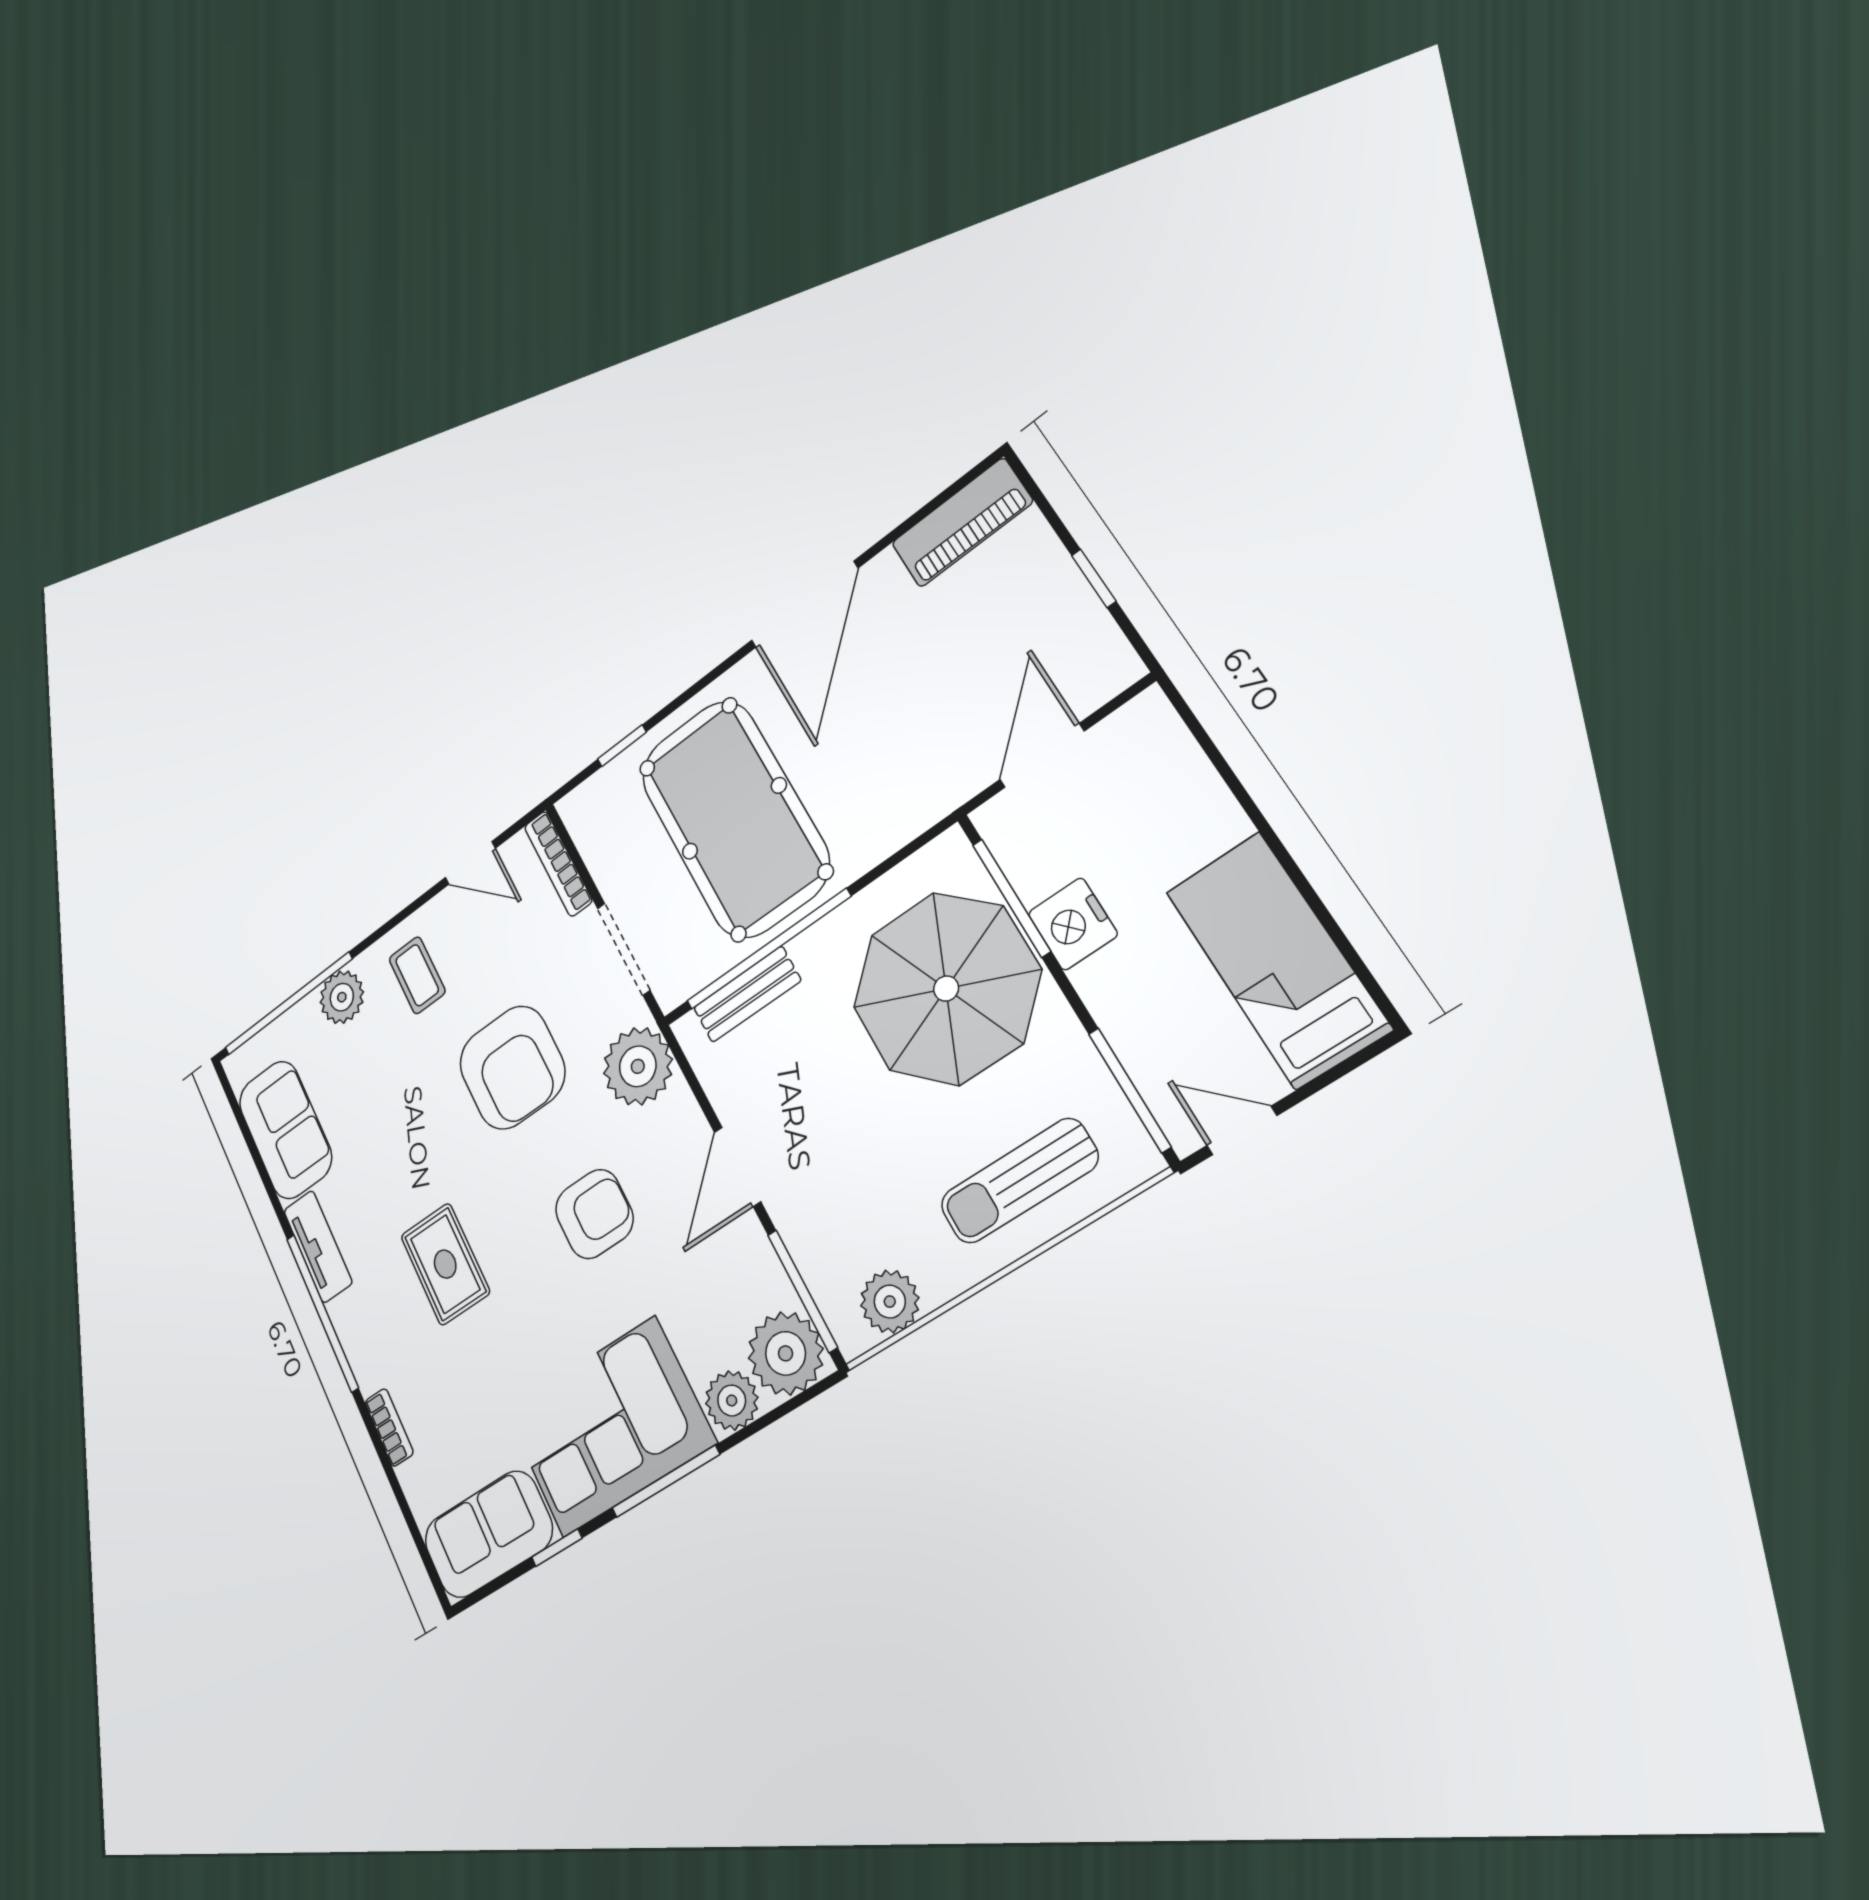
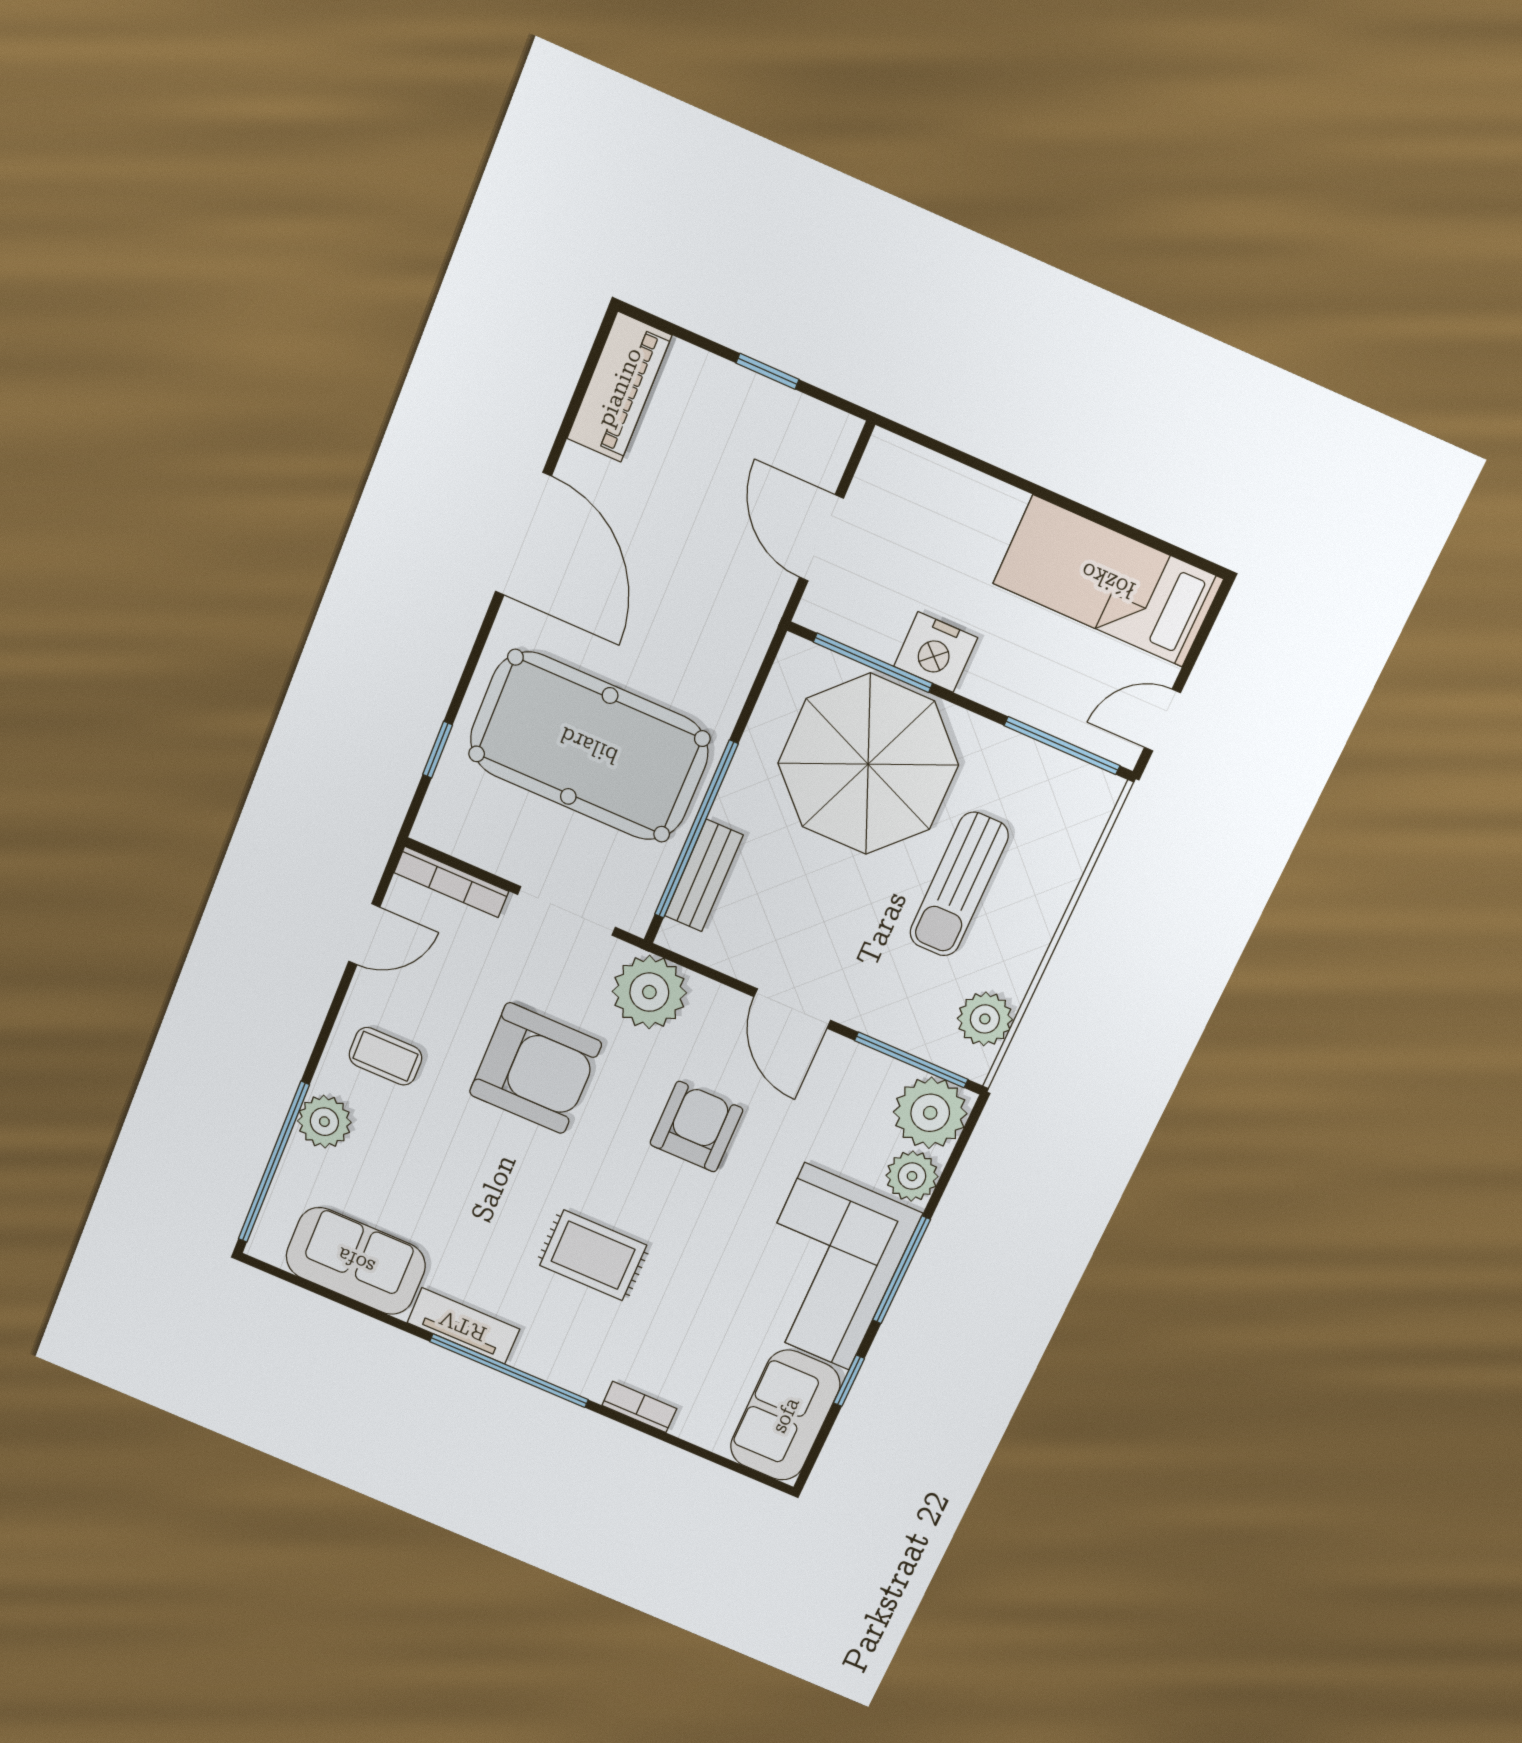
sun lounger: (1019, 1181) -> (959, 884), moved

